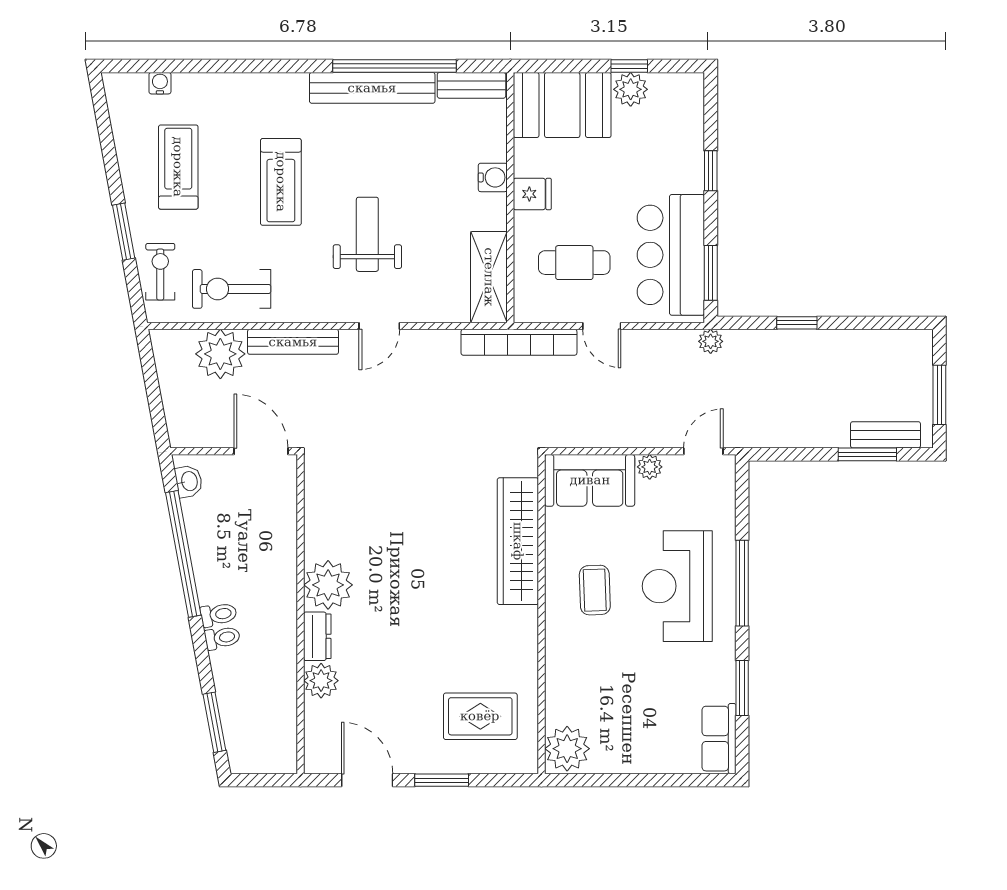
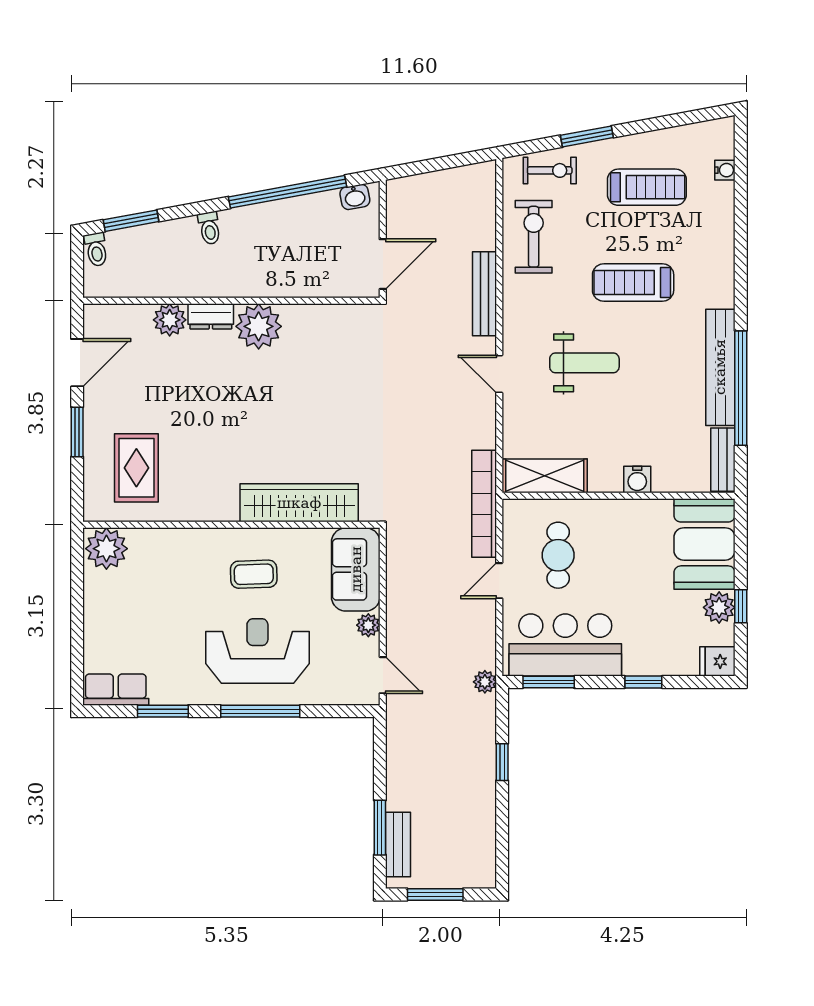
fridge: (532, 194) -> (717, 661), moved, turned 90
plant: (220, 354) -> (473, 226), removed
toilet: (219, 614) -> (96, 250), moved

